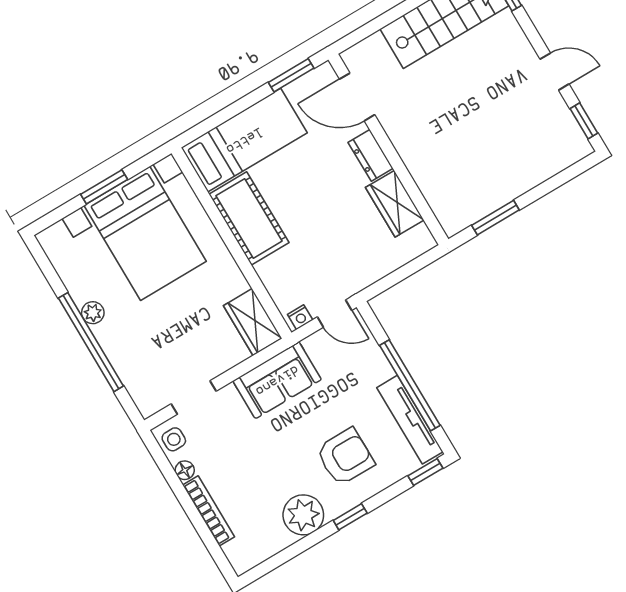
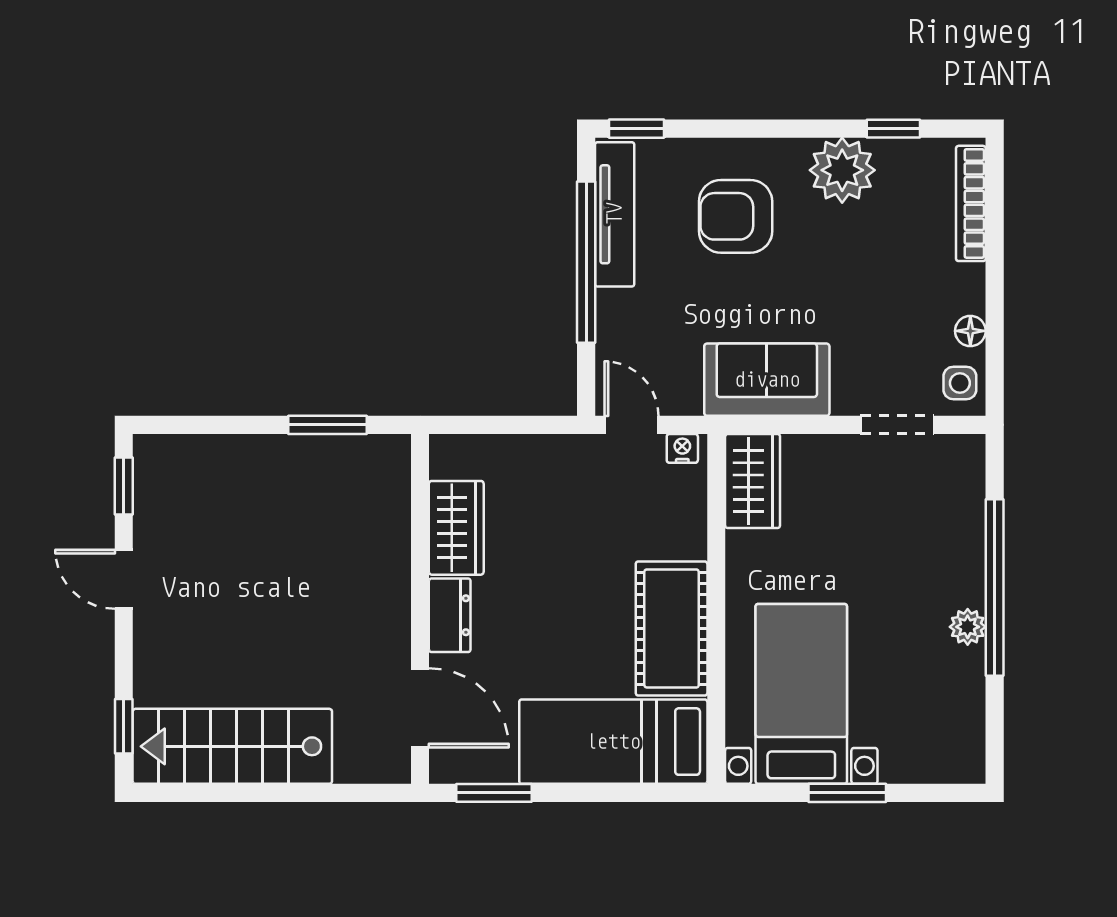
bed with nightstands: (145, 233) -> (801, 694), width x0.73
bookcase: (209, 511) -> (971, 203), moved
window: (350, 517) -> (893, 129), moved

